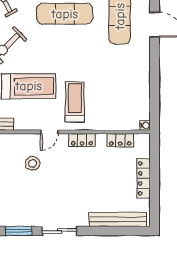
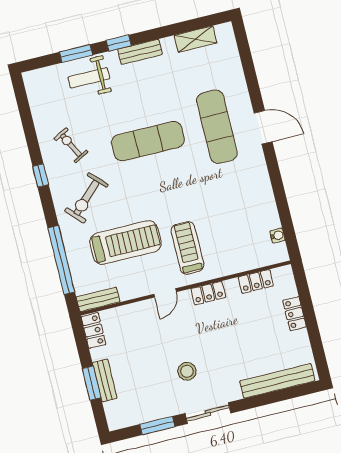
water cooler: (145, 125) -> (277, 236), moved
stool: (33, 163) -> (187, 371), moved
locker: (144, 178) -> (295, 314), width x0.66

